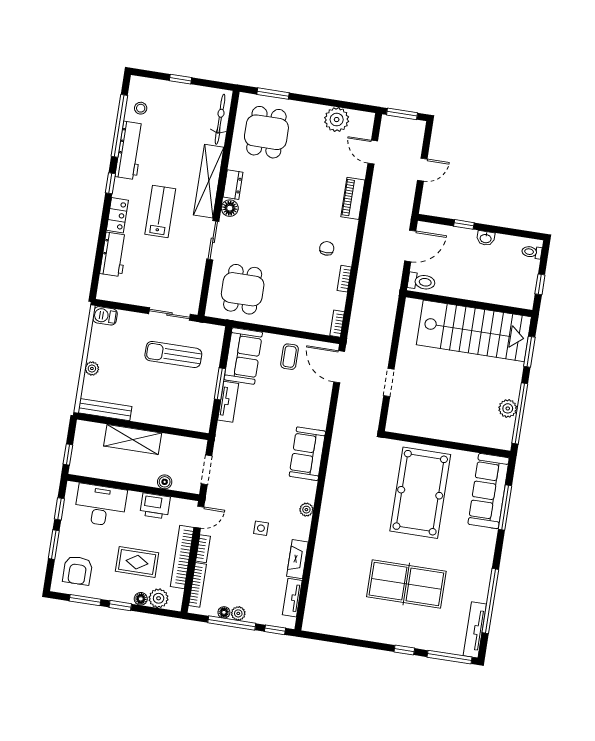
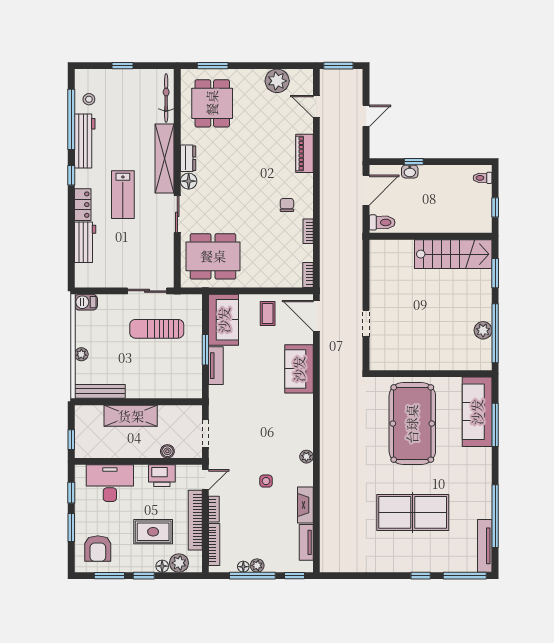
lab bench: (160, 212) -> (123, 195), turned 180
washbasin: (486, 238) -> (410, 172), moved
dining table: (243, 289) -> (213, 256), width x1.38
stairs: (474, 331) -> (453, 254), width x0.73, depth x0.66
sofa: (307, 454) -> (299, 369), moved

